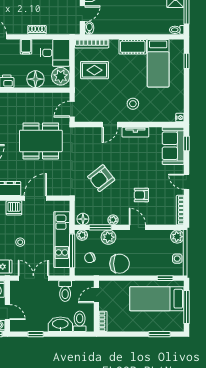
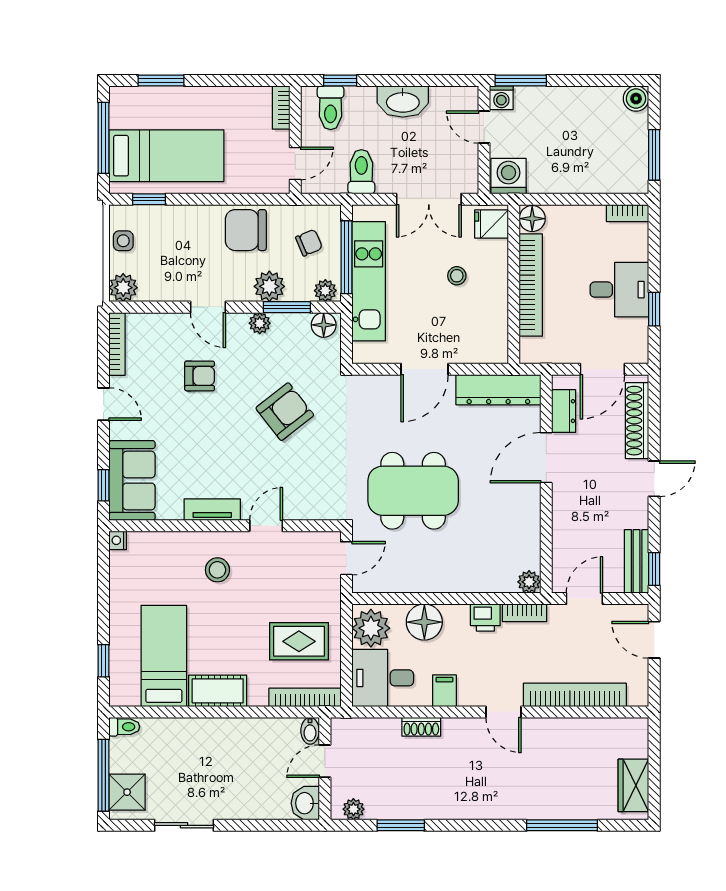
dishwasher: (14, 208) -> (470, 349), removed
washbasin: (60, 324) -> (403, 101), moved
window: (36, 334) -> (340, 80), moved

